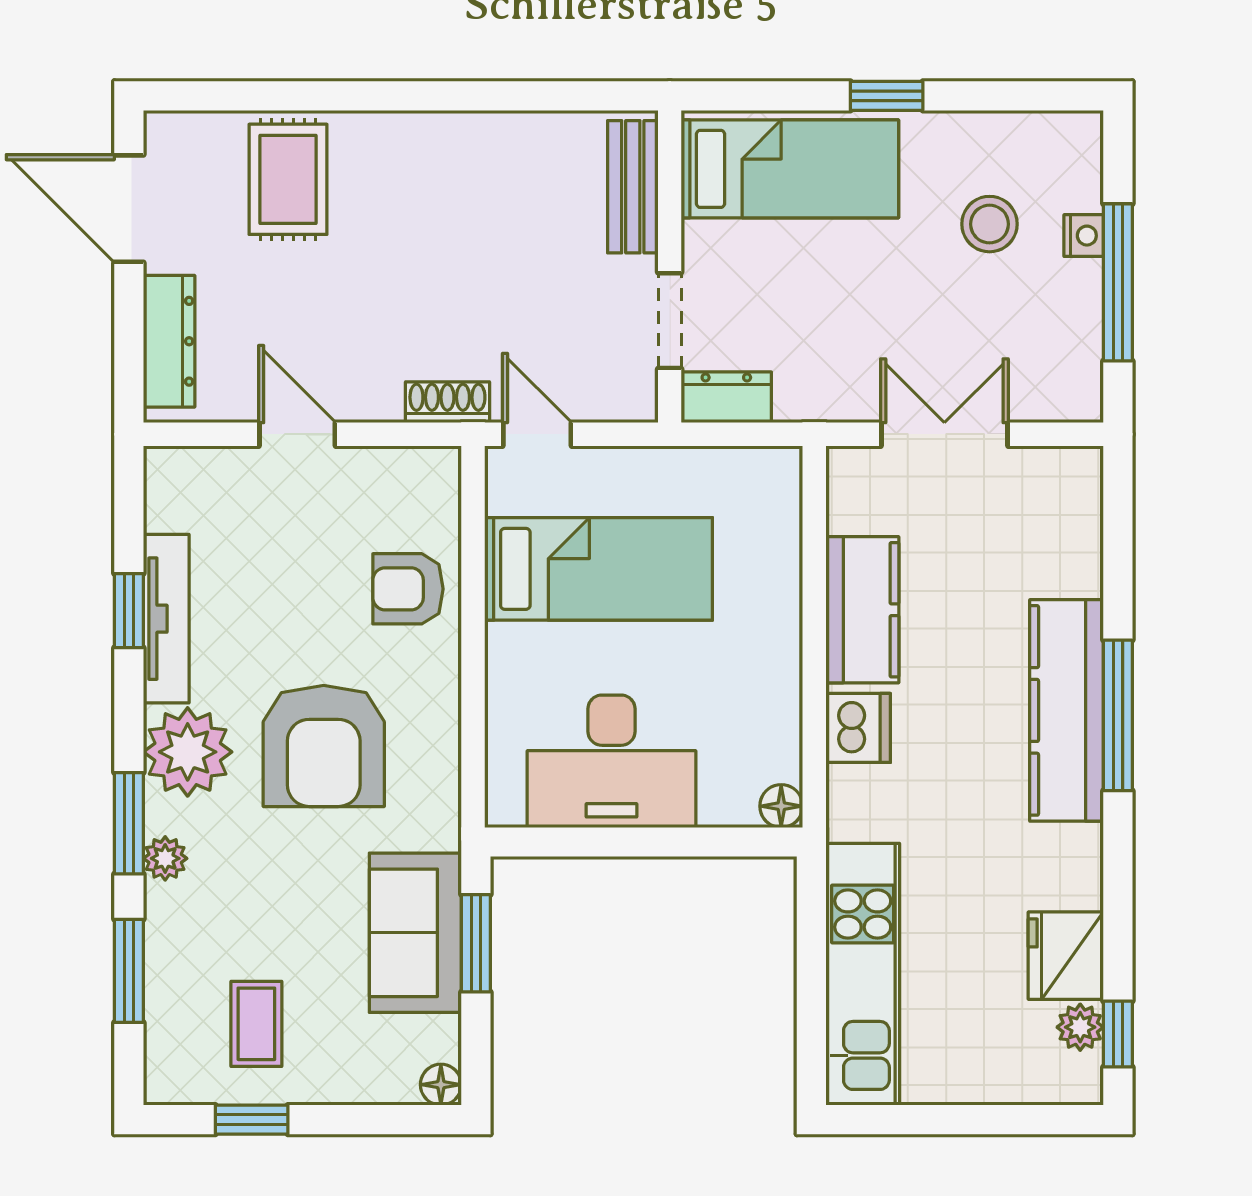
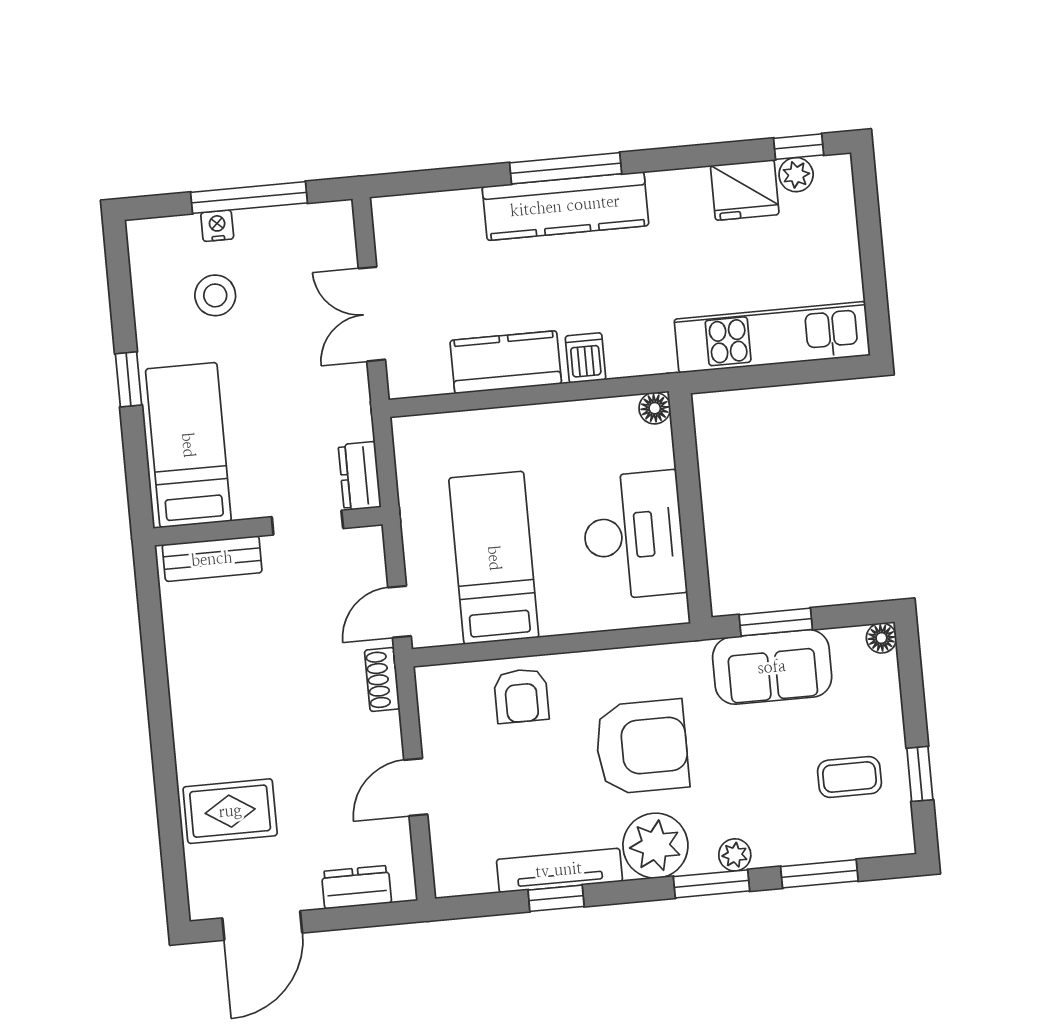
dresser: (169, 341) -> (357, 887), width x0.70
dishwasher: (858, 728) -> (585, 358), width x0.73

